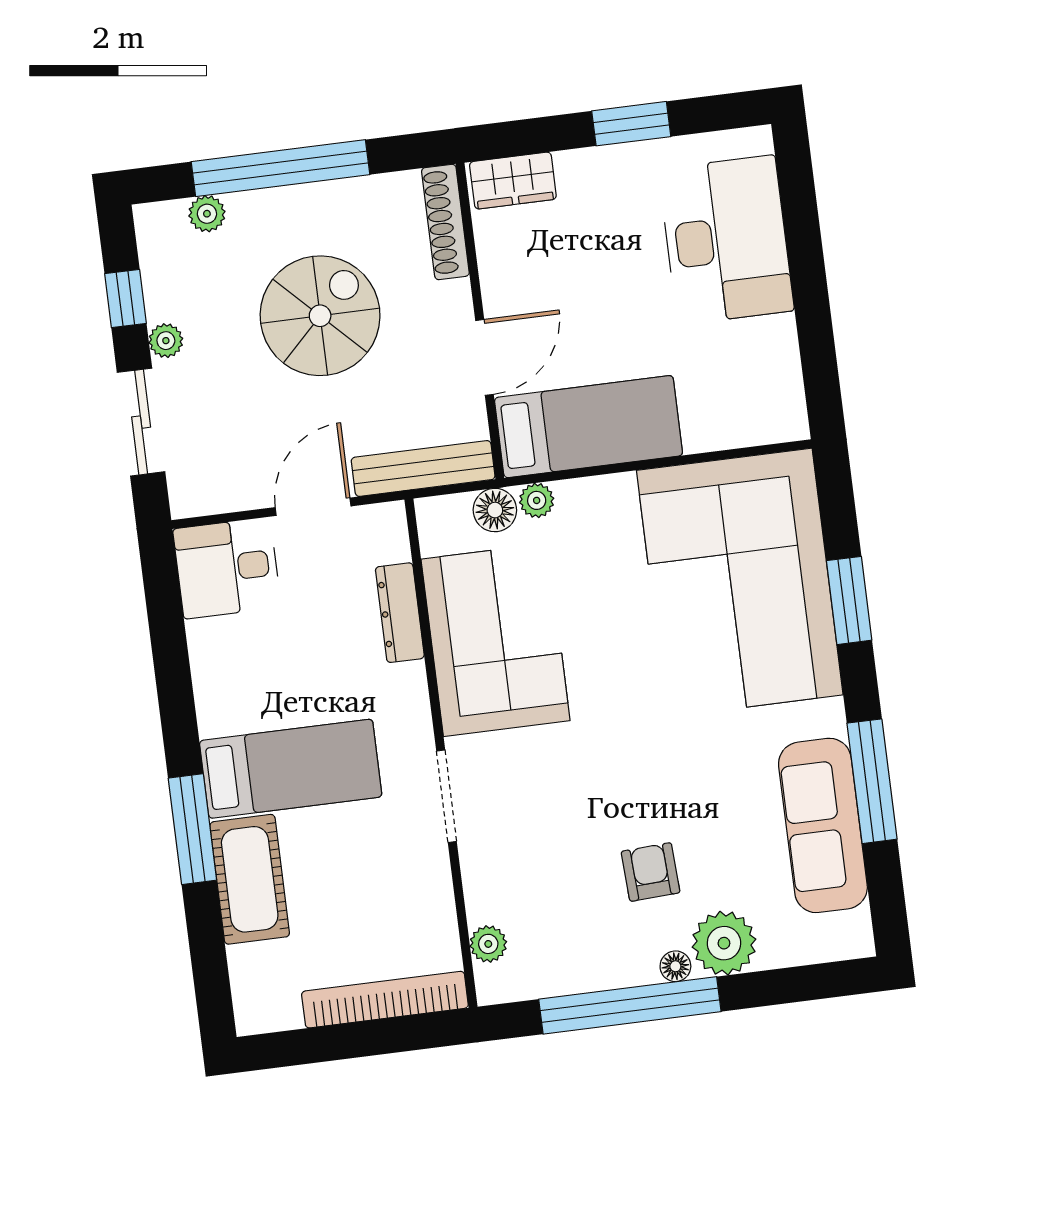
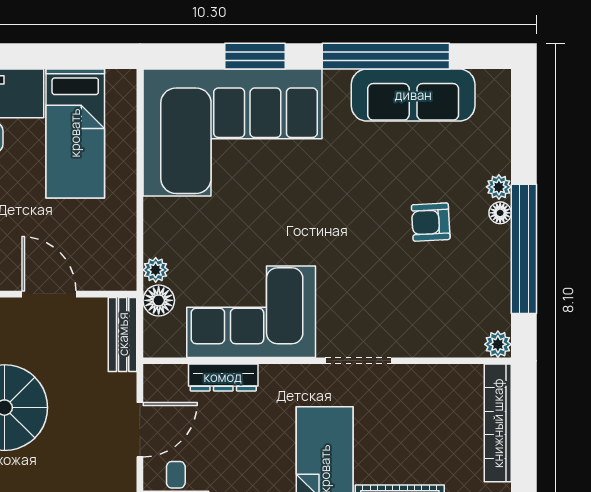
bed: (589, 427) -> (75, 133), moved, turned 180
bench: (423, 468) -> (123, 334), width x0.73
door: (313, 507) -> (140, 430), swing flipped
window: (872, 781) -> (386, 56), width x1.46
plant: (724, 943) -> (499, 187), width x0.53, depth x0.53
plant: (488, 944) -> (498, 344), moved

